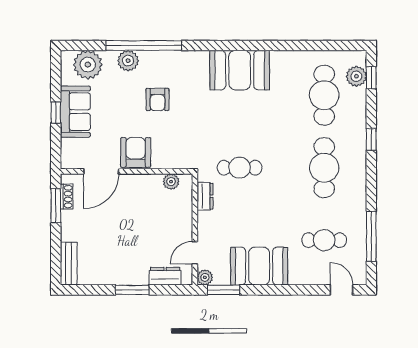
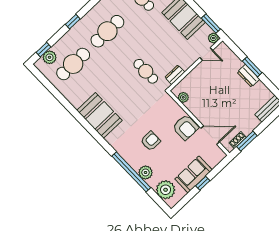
armchair: (136, 152) -> (186, 127), turned -90
dresser: (165, 276) -> (248, 76), moved

